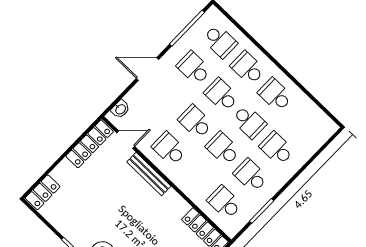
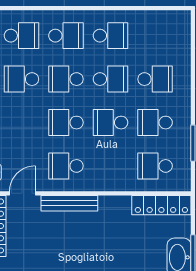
school desk: (248, 68) -> (66, 36), turned 180
school desk: (275, 95) -> (110, 36), turned 180
school desk: (277, 149) -> (155, 79), turned 180

